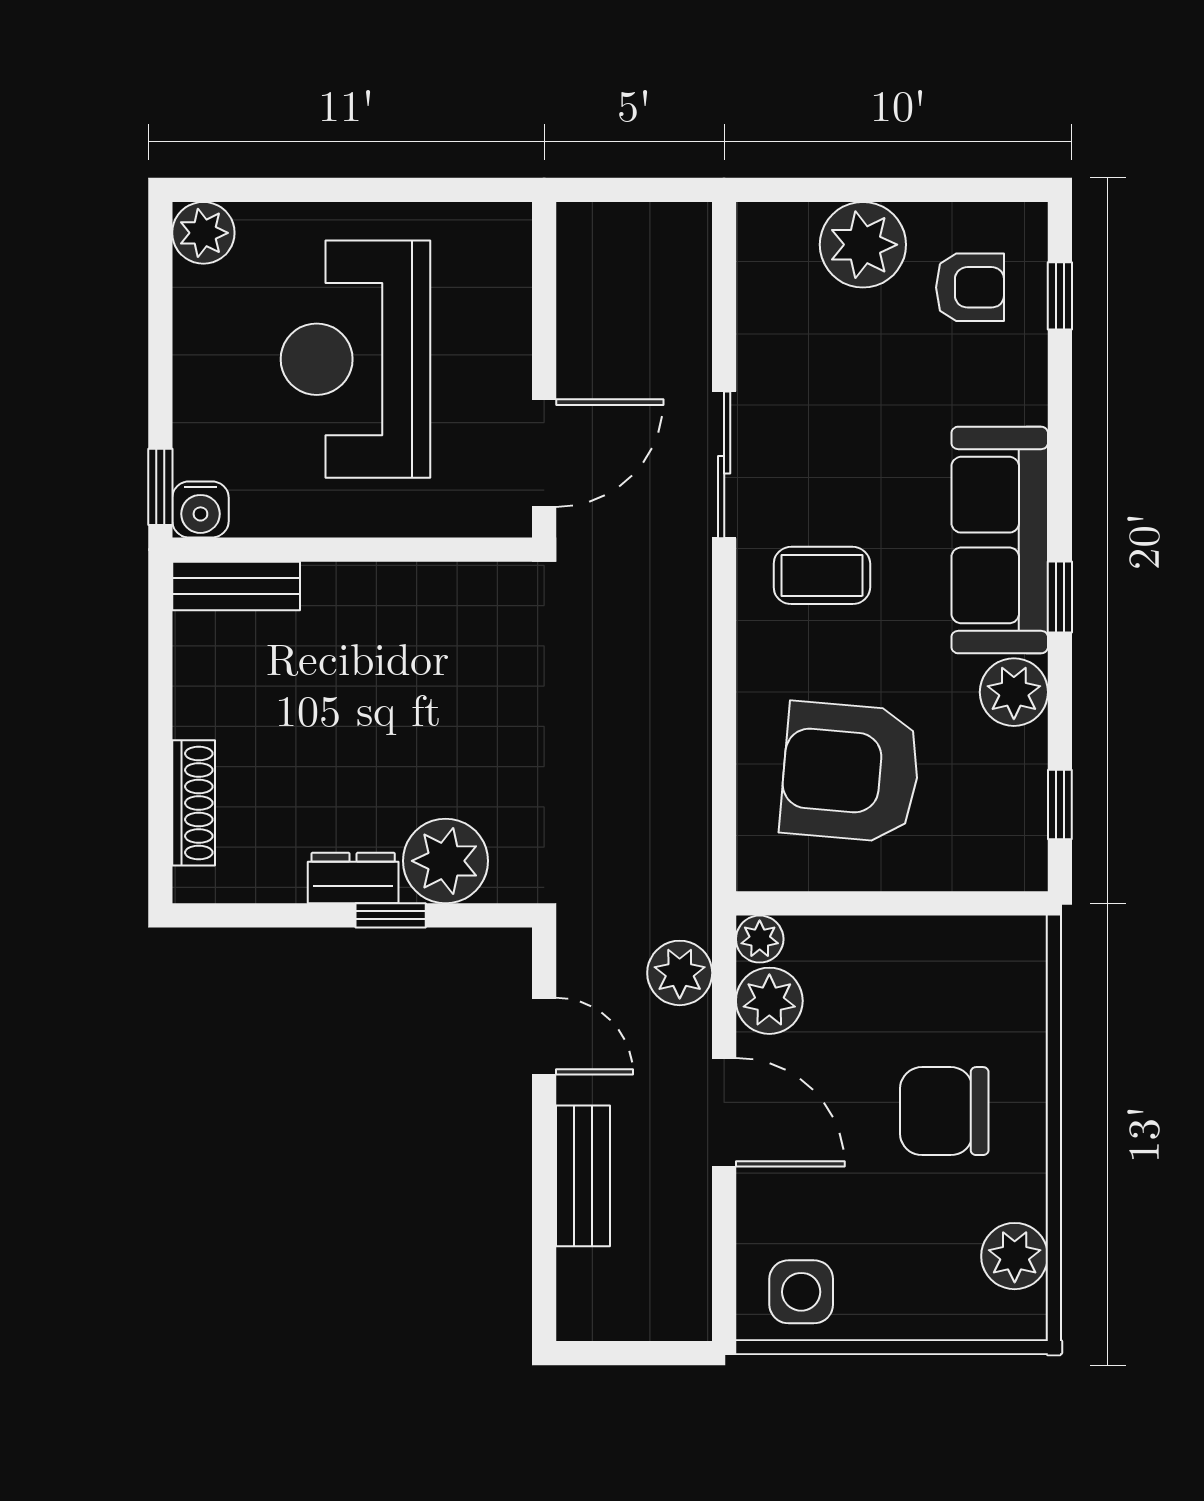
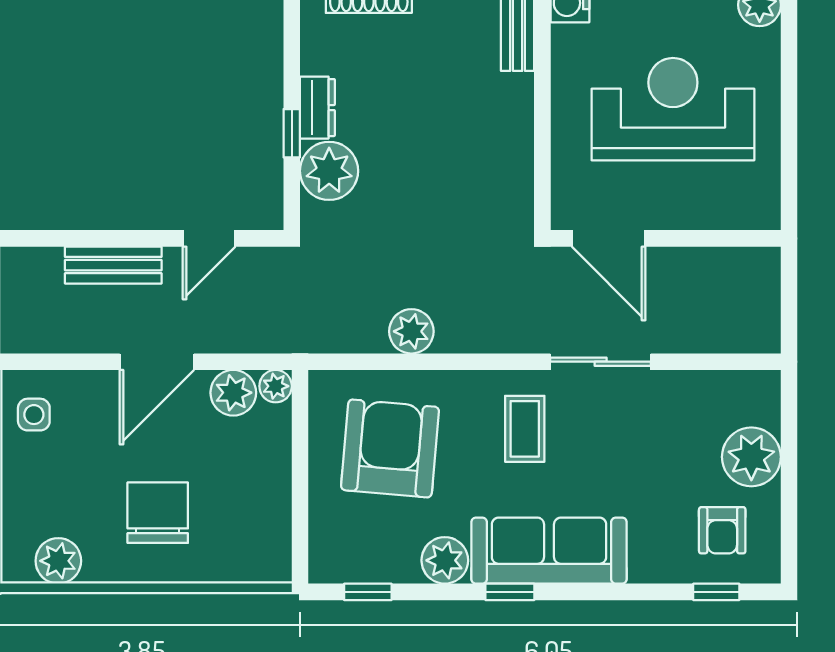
plant: (680, 973) -> (411, 331), moved
side table: (801, 1292) -> (34, 415), width x0.73, depth x0.73

